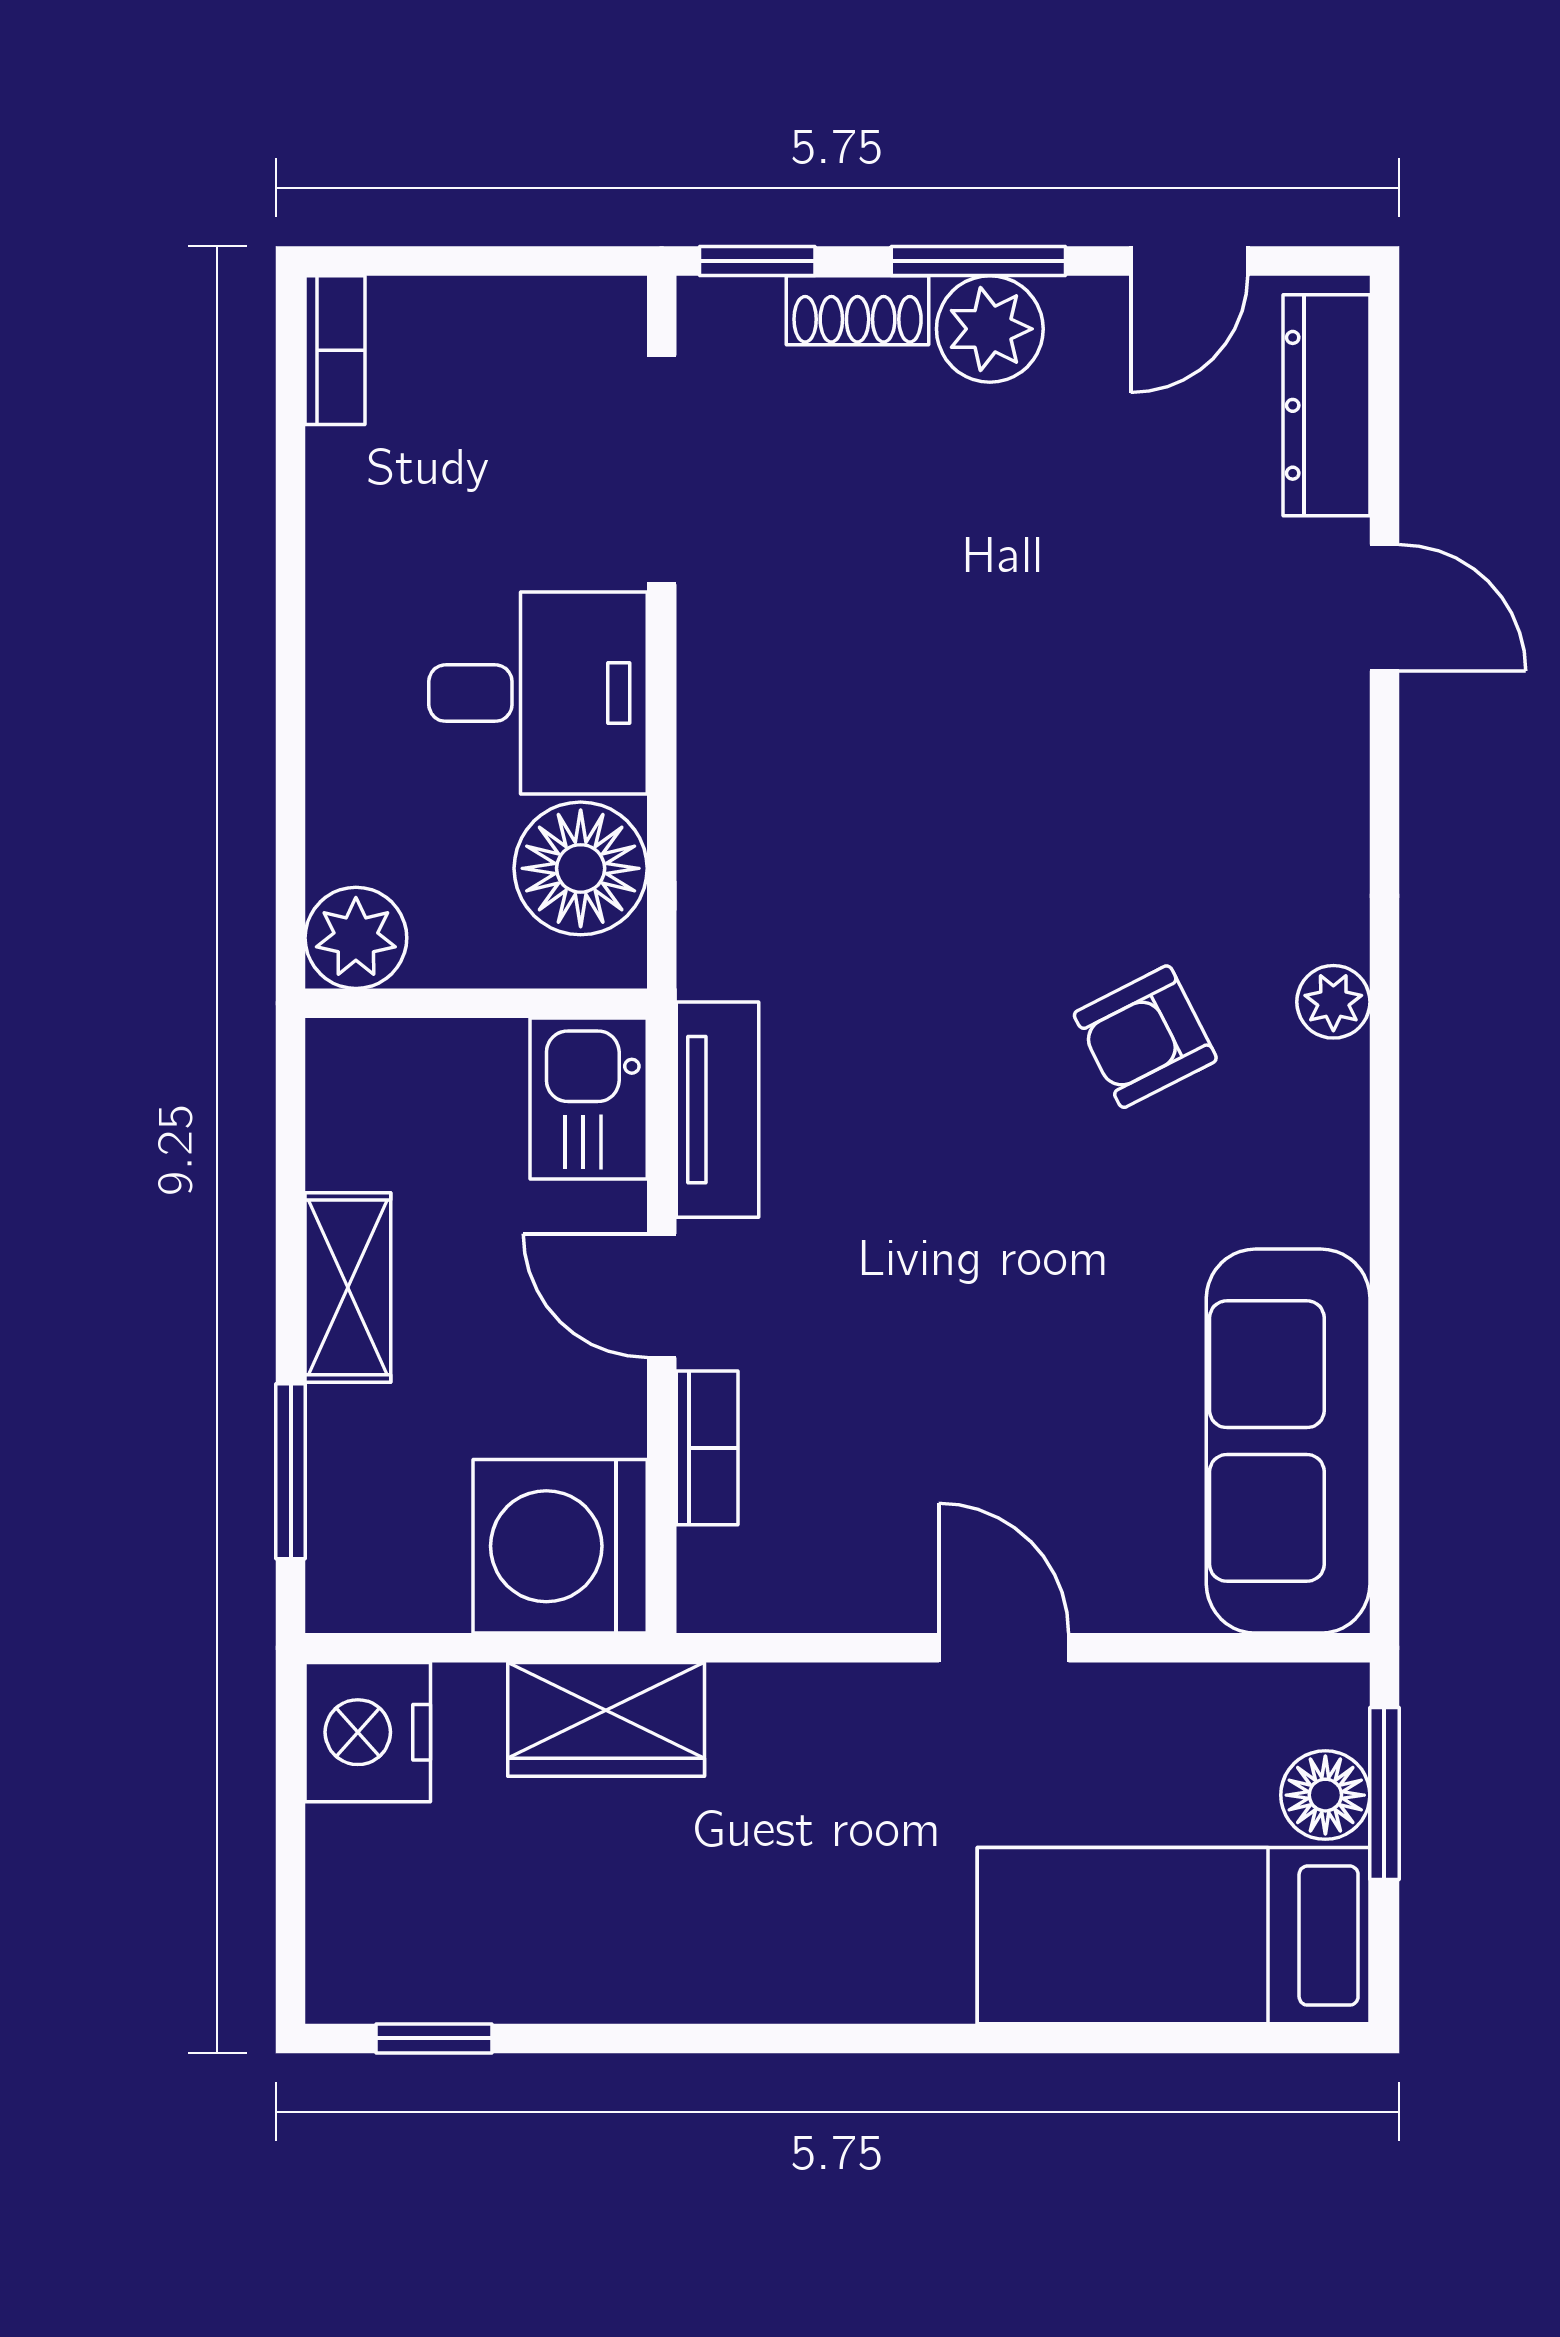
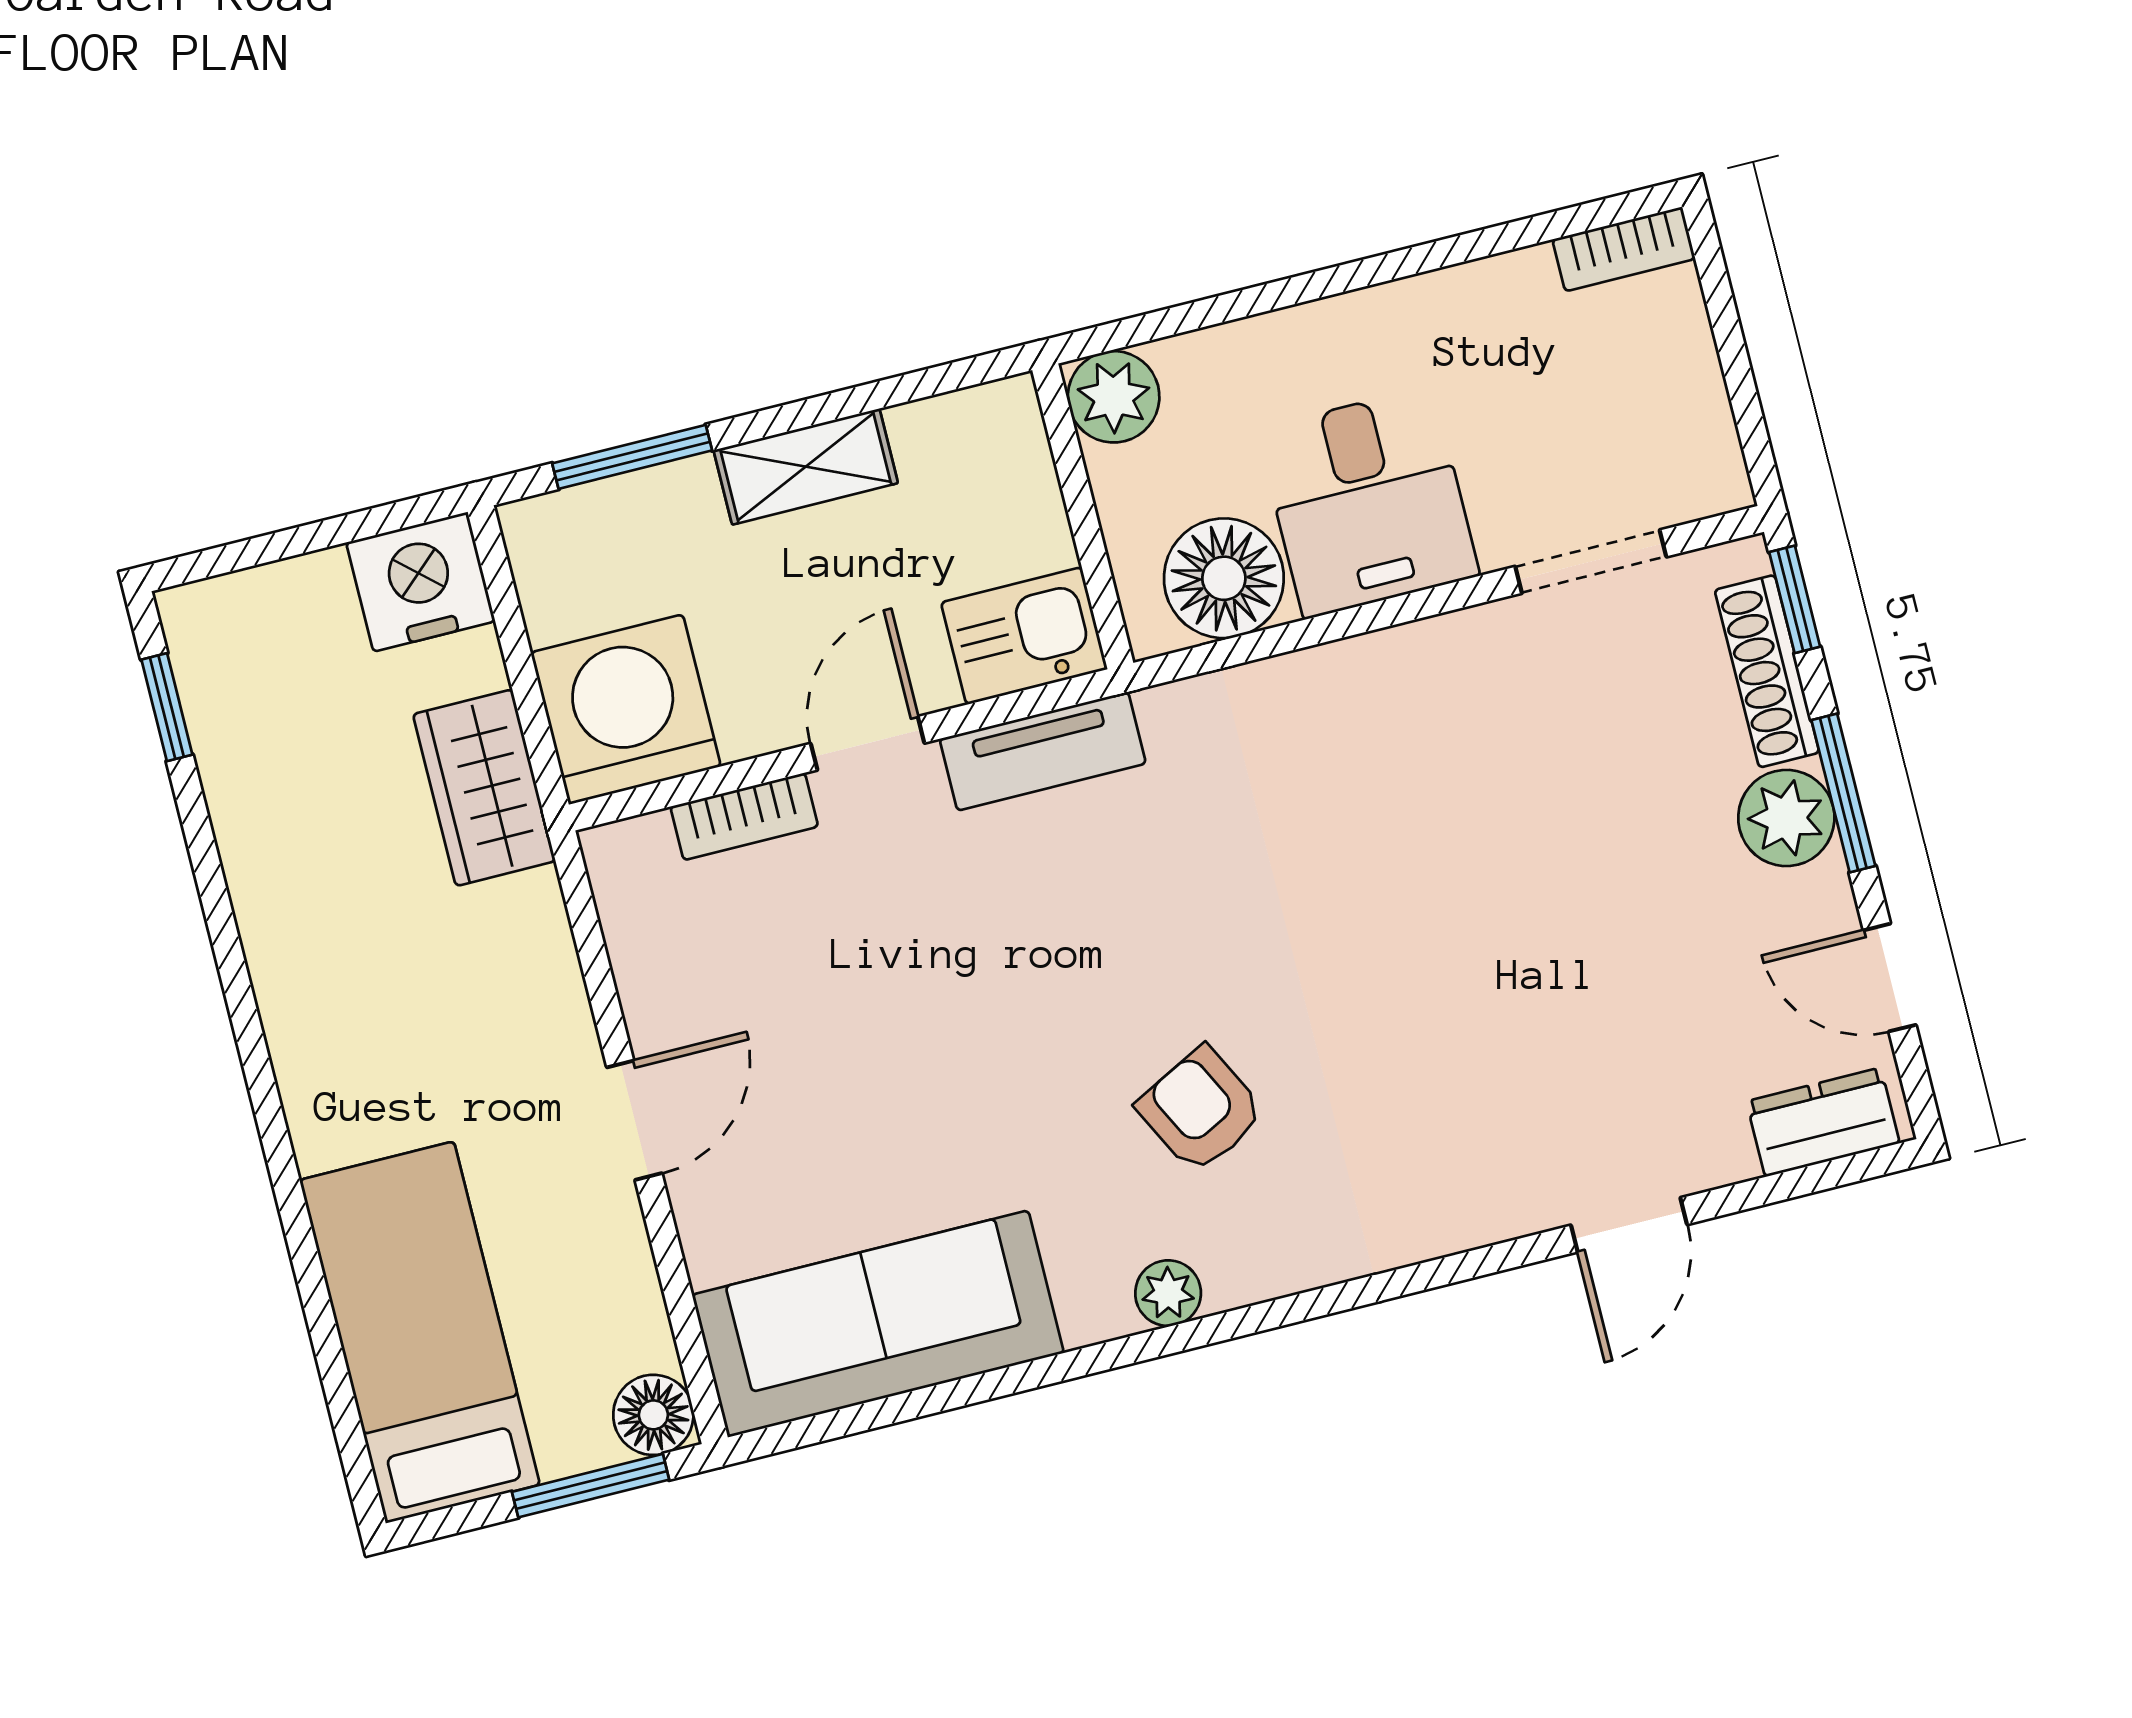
shoe rack: (858, 310) -> (1767, 671), width x1.43
dresser: (1326, 405) -> (1823, 1122), width x0.70
doorway: (662, 470) -> (1591, 562), width x0.73
plant: (1333, 1002) -> (1168, 1293), moved
floor lamp: (1325, 1795) -> (653, 1415), moved

